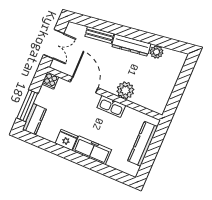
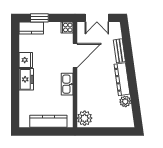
plant: (125, 90) -> (85, 118), moved
window: (27, 106) -> (39, 18), width x0.69
freezer: (92, 150) -> (26, 79), width x0.71

